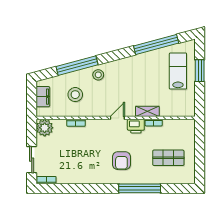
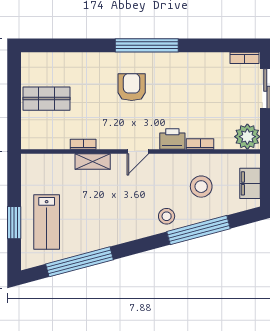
printer: (136, 126) -> (172, 139), moved
shop shelf: (168, 158) -> (46, 99), moved
window: (140, 188) -> (147, 45), moved

